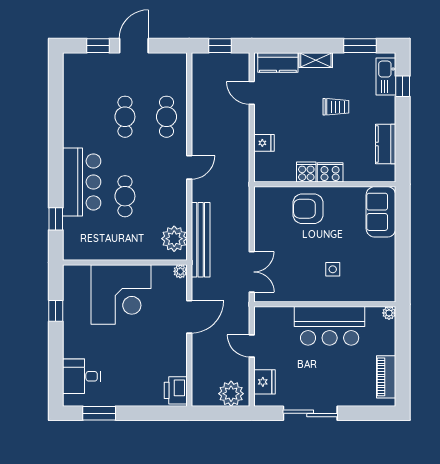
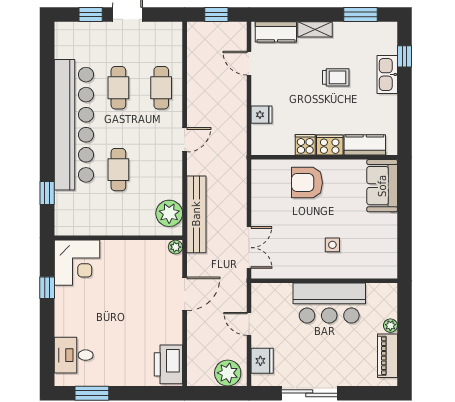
kitchen sink: (386, 76) -> (387, 74), moved
kitchen counter: (386, 144) -> (365, 145), moved, turned 90
bar counter: (82, 182) -> (74, 125), width x1.86
corner desk: (121, 295) -> (77, 263), moved, width x0.74, depth x0.74
plant: (389, 313) -> (390, 326), moved
printer: (176, 390) -> (168, 364), width x1.37, depth x1.19

